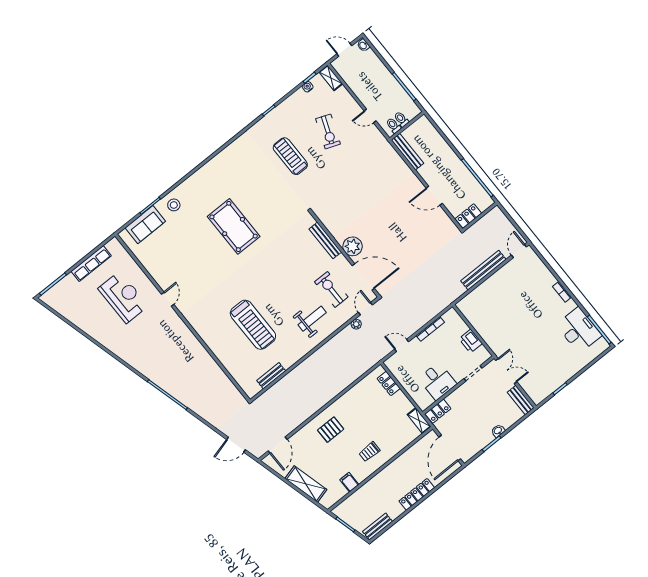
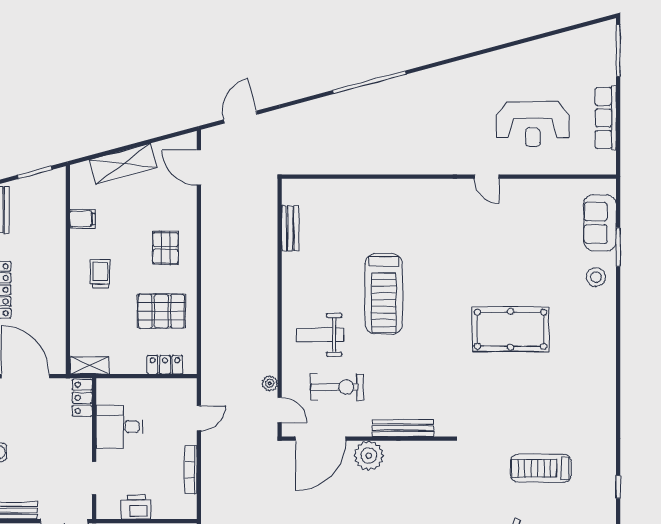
treadmill: (290, 156) -> (541, 468), turned 180
weight bench: (312, 319) -> (320, 335), turned 90
treadmill: (253, 325) -> (384, 294), moved, turned -90
pallet: (364, 407) -> (161, 311), added

